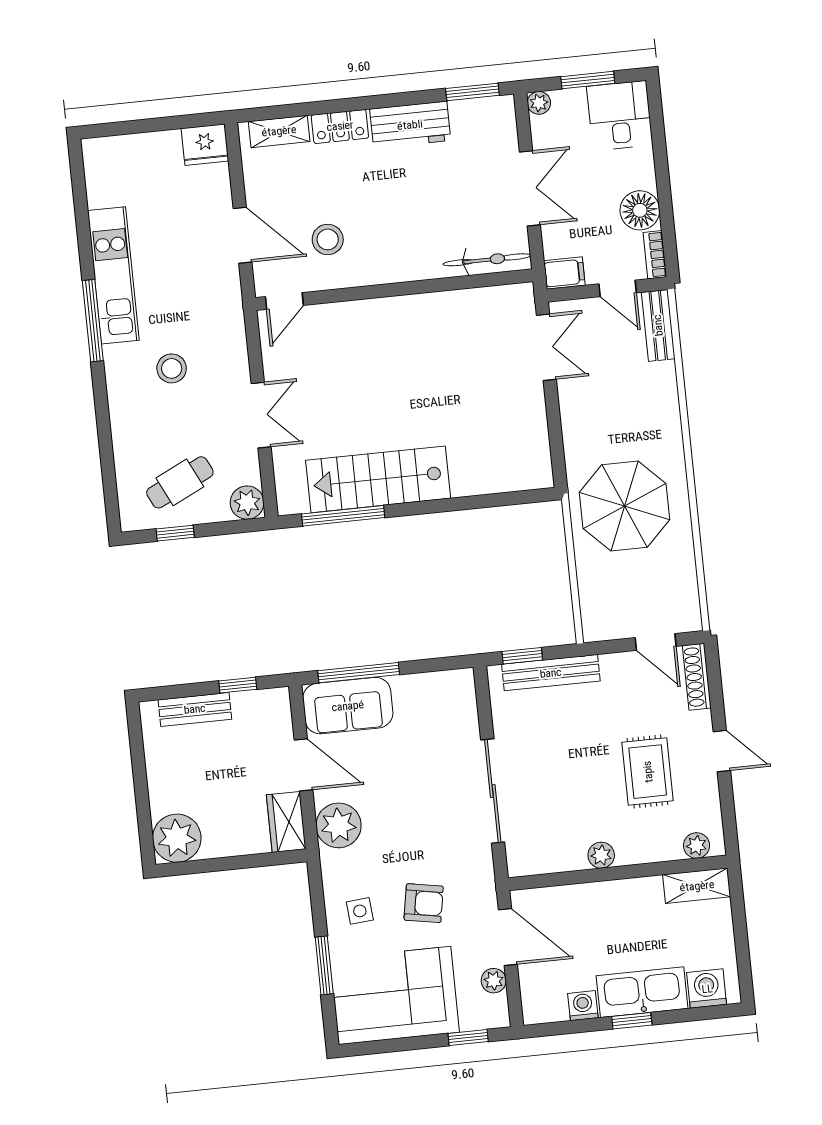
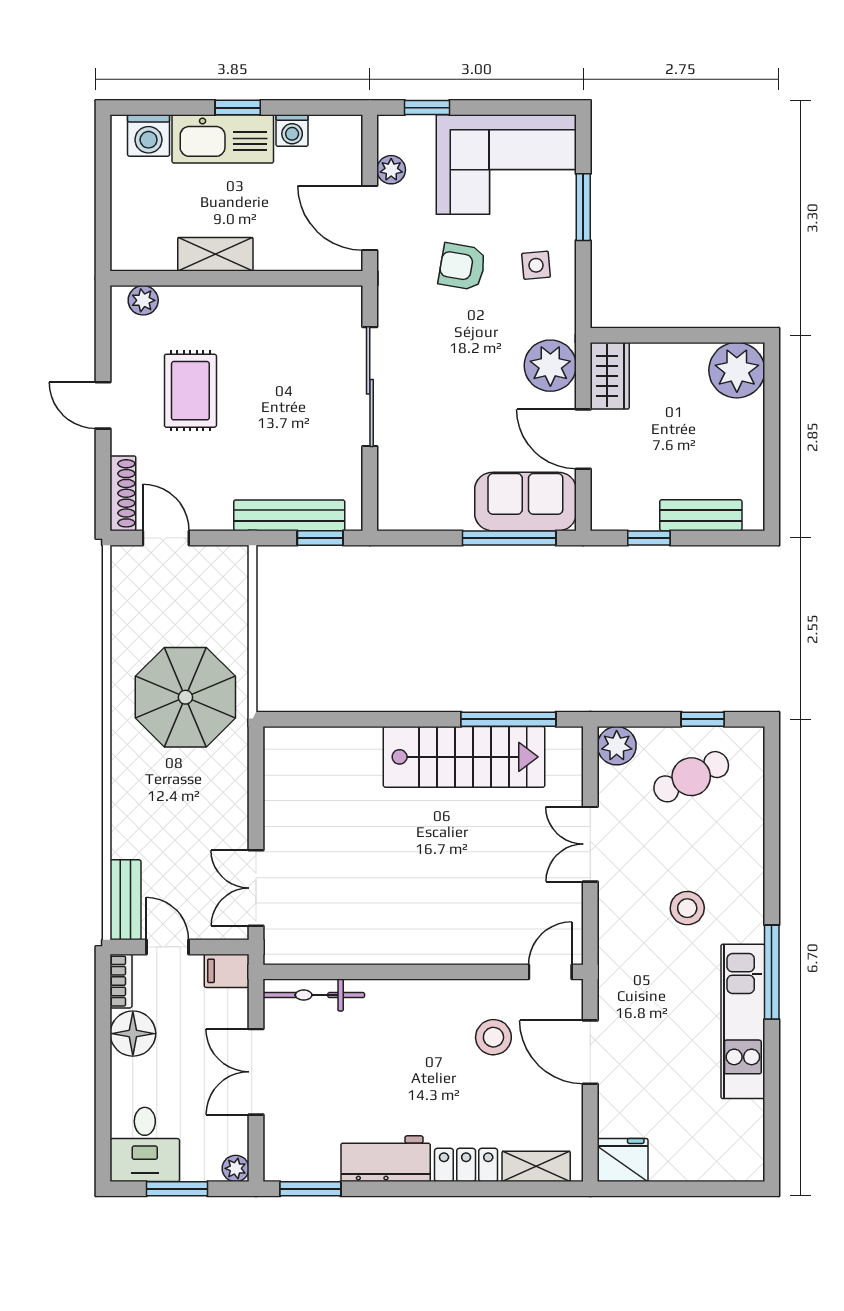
plant: (601, 855) -> (253, 301), removed
shelving: (697, 886) -> (215, 254), moved

